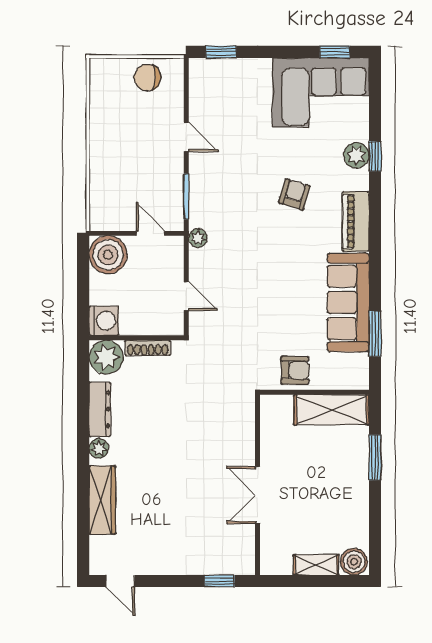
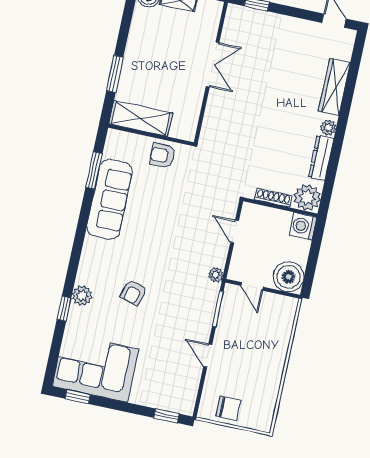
plant: (356, 155) -> (82, 296), moved
piano: (356, 221) -> (90, 261), removed

